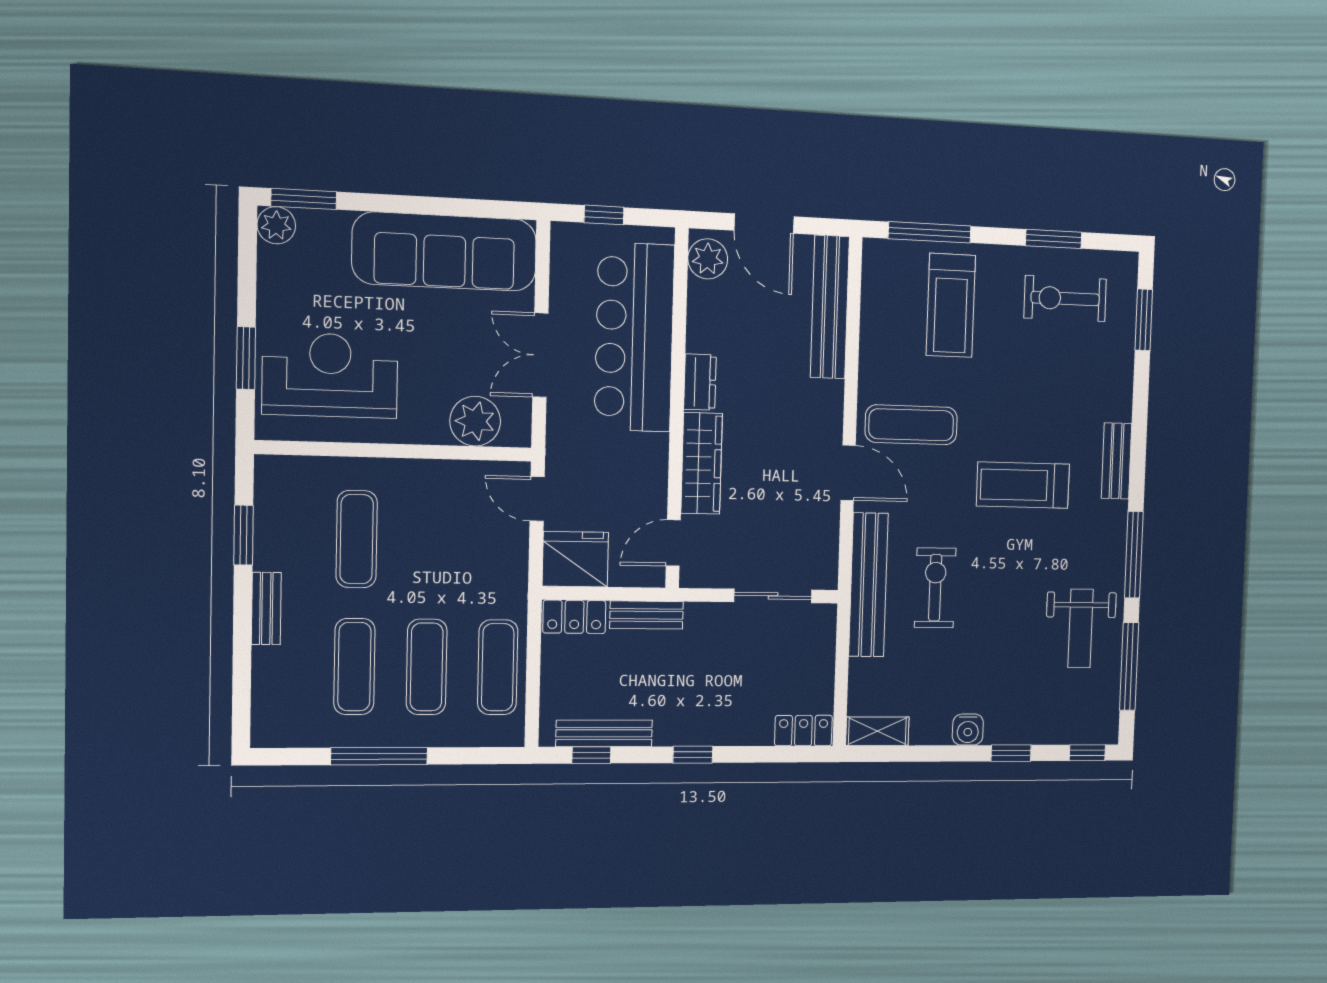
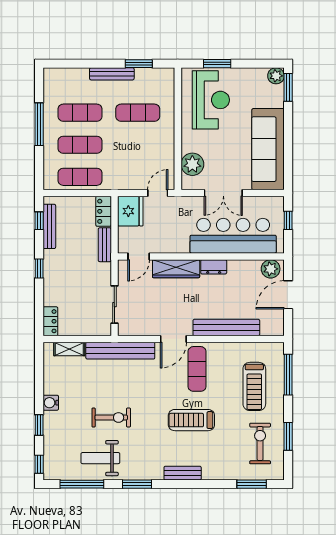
treadmill: (951, 305) -> (254, 386), turned -90
bench: (830, 307) -> (226, 327), moved
double door: (540, 355) -> (223, 193), swing flipped
treadmill: (1023, 485) -> (191, 420), moved, turned -90
door: (673, 543) -> (139, 256), swing flipped
window: (1134, 555) -> (137, 484), width x0.69
exercise bike: (935, 588) -> (111, 418), moved
bench: (266, 609) -> (112, 74), width x1.36
shelving: (877, 731) -> (69, 349), moved, turned 90

